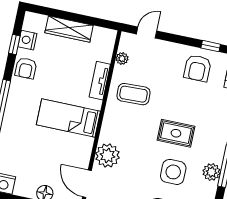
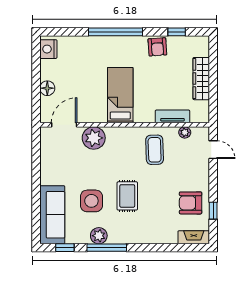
nightstand: (27, 40) -> (183, 43), removed
armchair: (26, 68) -> (157, 47), turned -94
tv unit: (100, 81) -> (172, 116), moved

